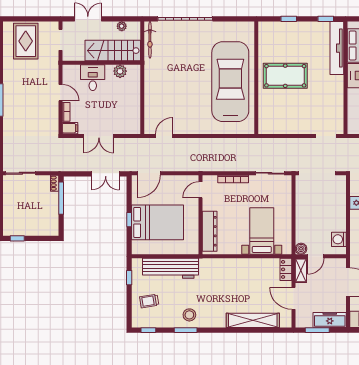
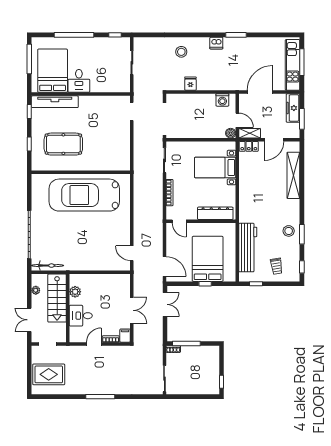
pool table: (285, 76) -> (63, 144), moved, turned 90

